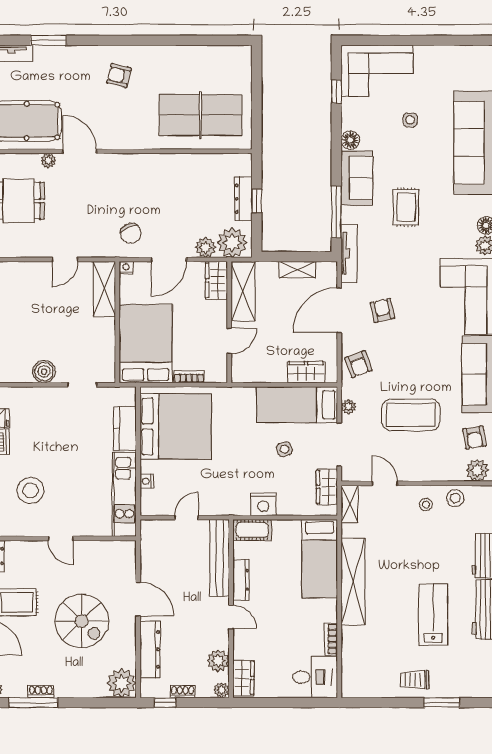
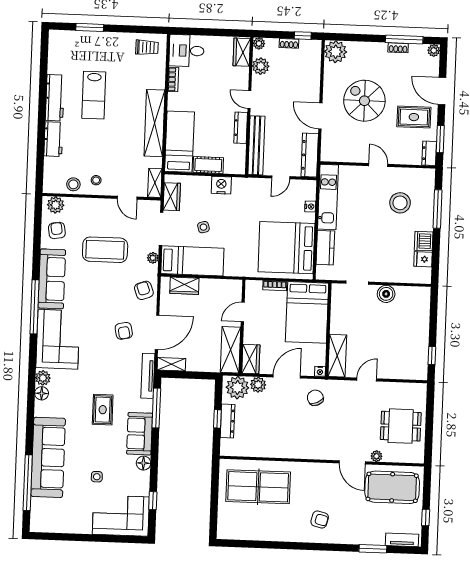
shelving: (297, 270) -> (171, 364), moved
cot: (252, 530) -> (208, 165), moved
dresser: (150, 649) -> (310, 155), moved
trolley: (415, 680) -> (147, 47), moved

